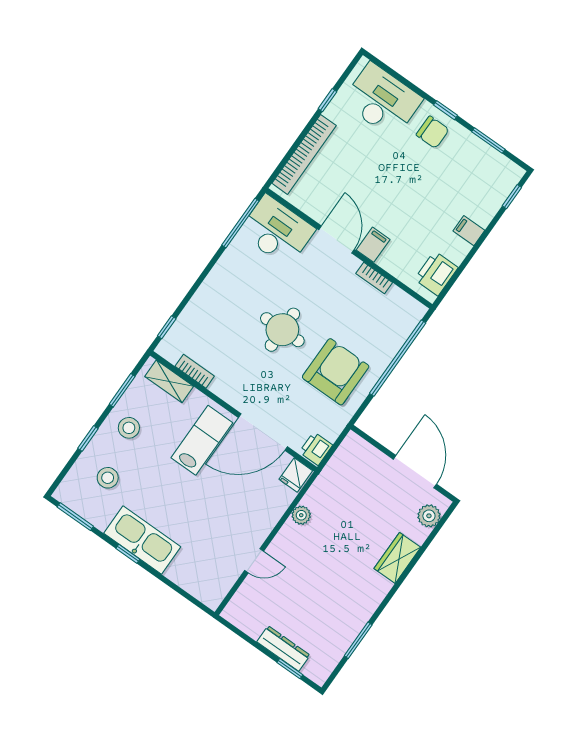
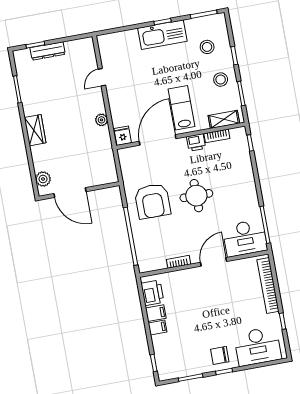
door: (337, 240) -> (214, 262), swing flipped
filing cabinet: (373, 245) -> (156, 313), moved, turned -90
lab bench: (202, 440) -> (182, 108), turned 180
printer: (316, 449) -> (196, 142), moved, turned 90
wardrobe: (397, 558) -> (35, 130), moved

